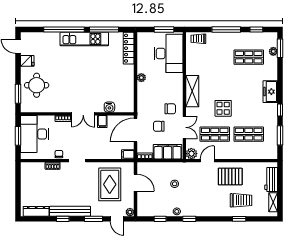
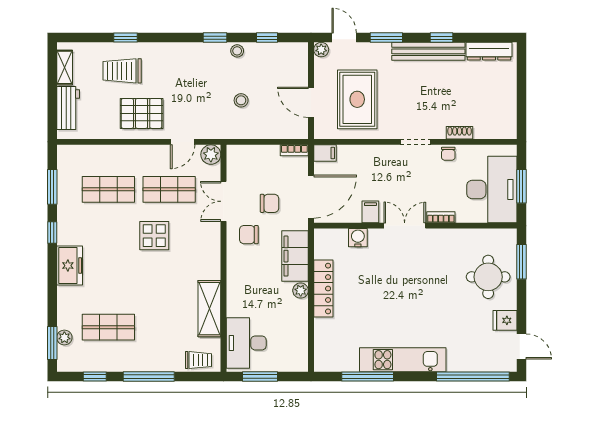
window: (64, 30) -> (473, 376), moved
locker: (129, 48) -> (323, 289), moved
desk: (168, 53) -> (246, 343), width x0.73, depth x0.77
shelving: (192, 91) -> (209, 309), moved
filing cabinet: (168, 152) -> (295, 256), moved, turned 90

